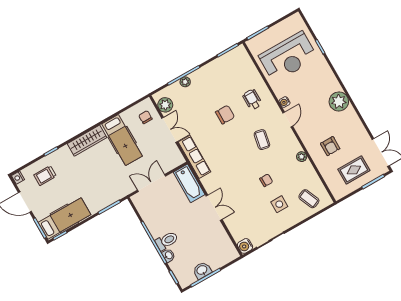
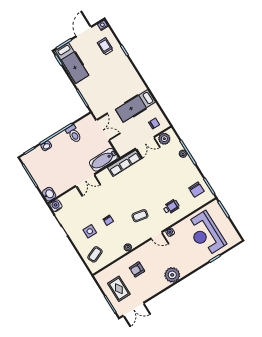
chair: (225, 115) -> (196, 190), moved
wardrobe: (87, 141) -> (134, 78), removed
toilet: (167, 241) -> (74, 134), moved
washbasin: (202, 270) -> (49, 194), moved

